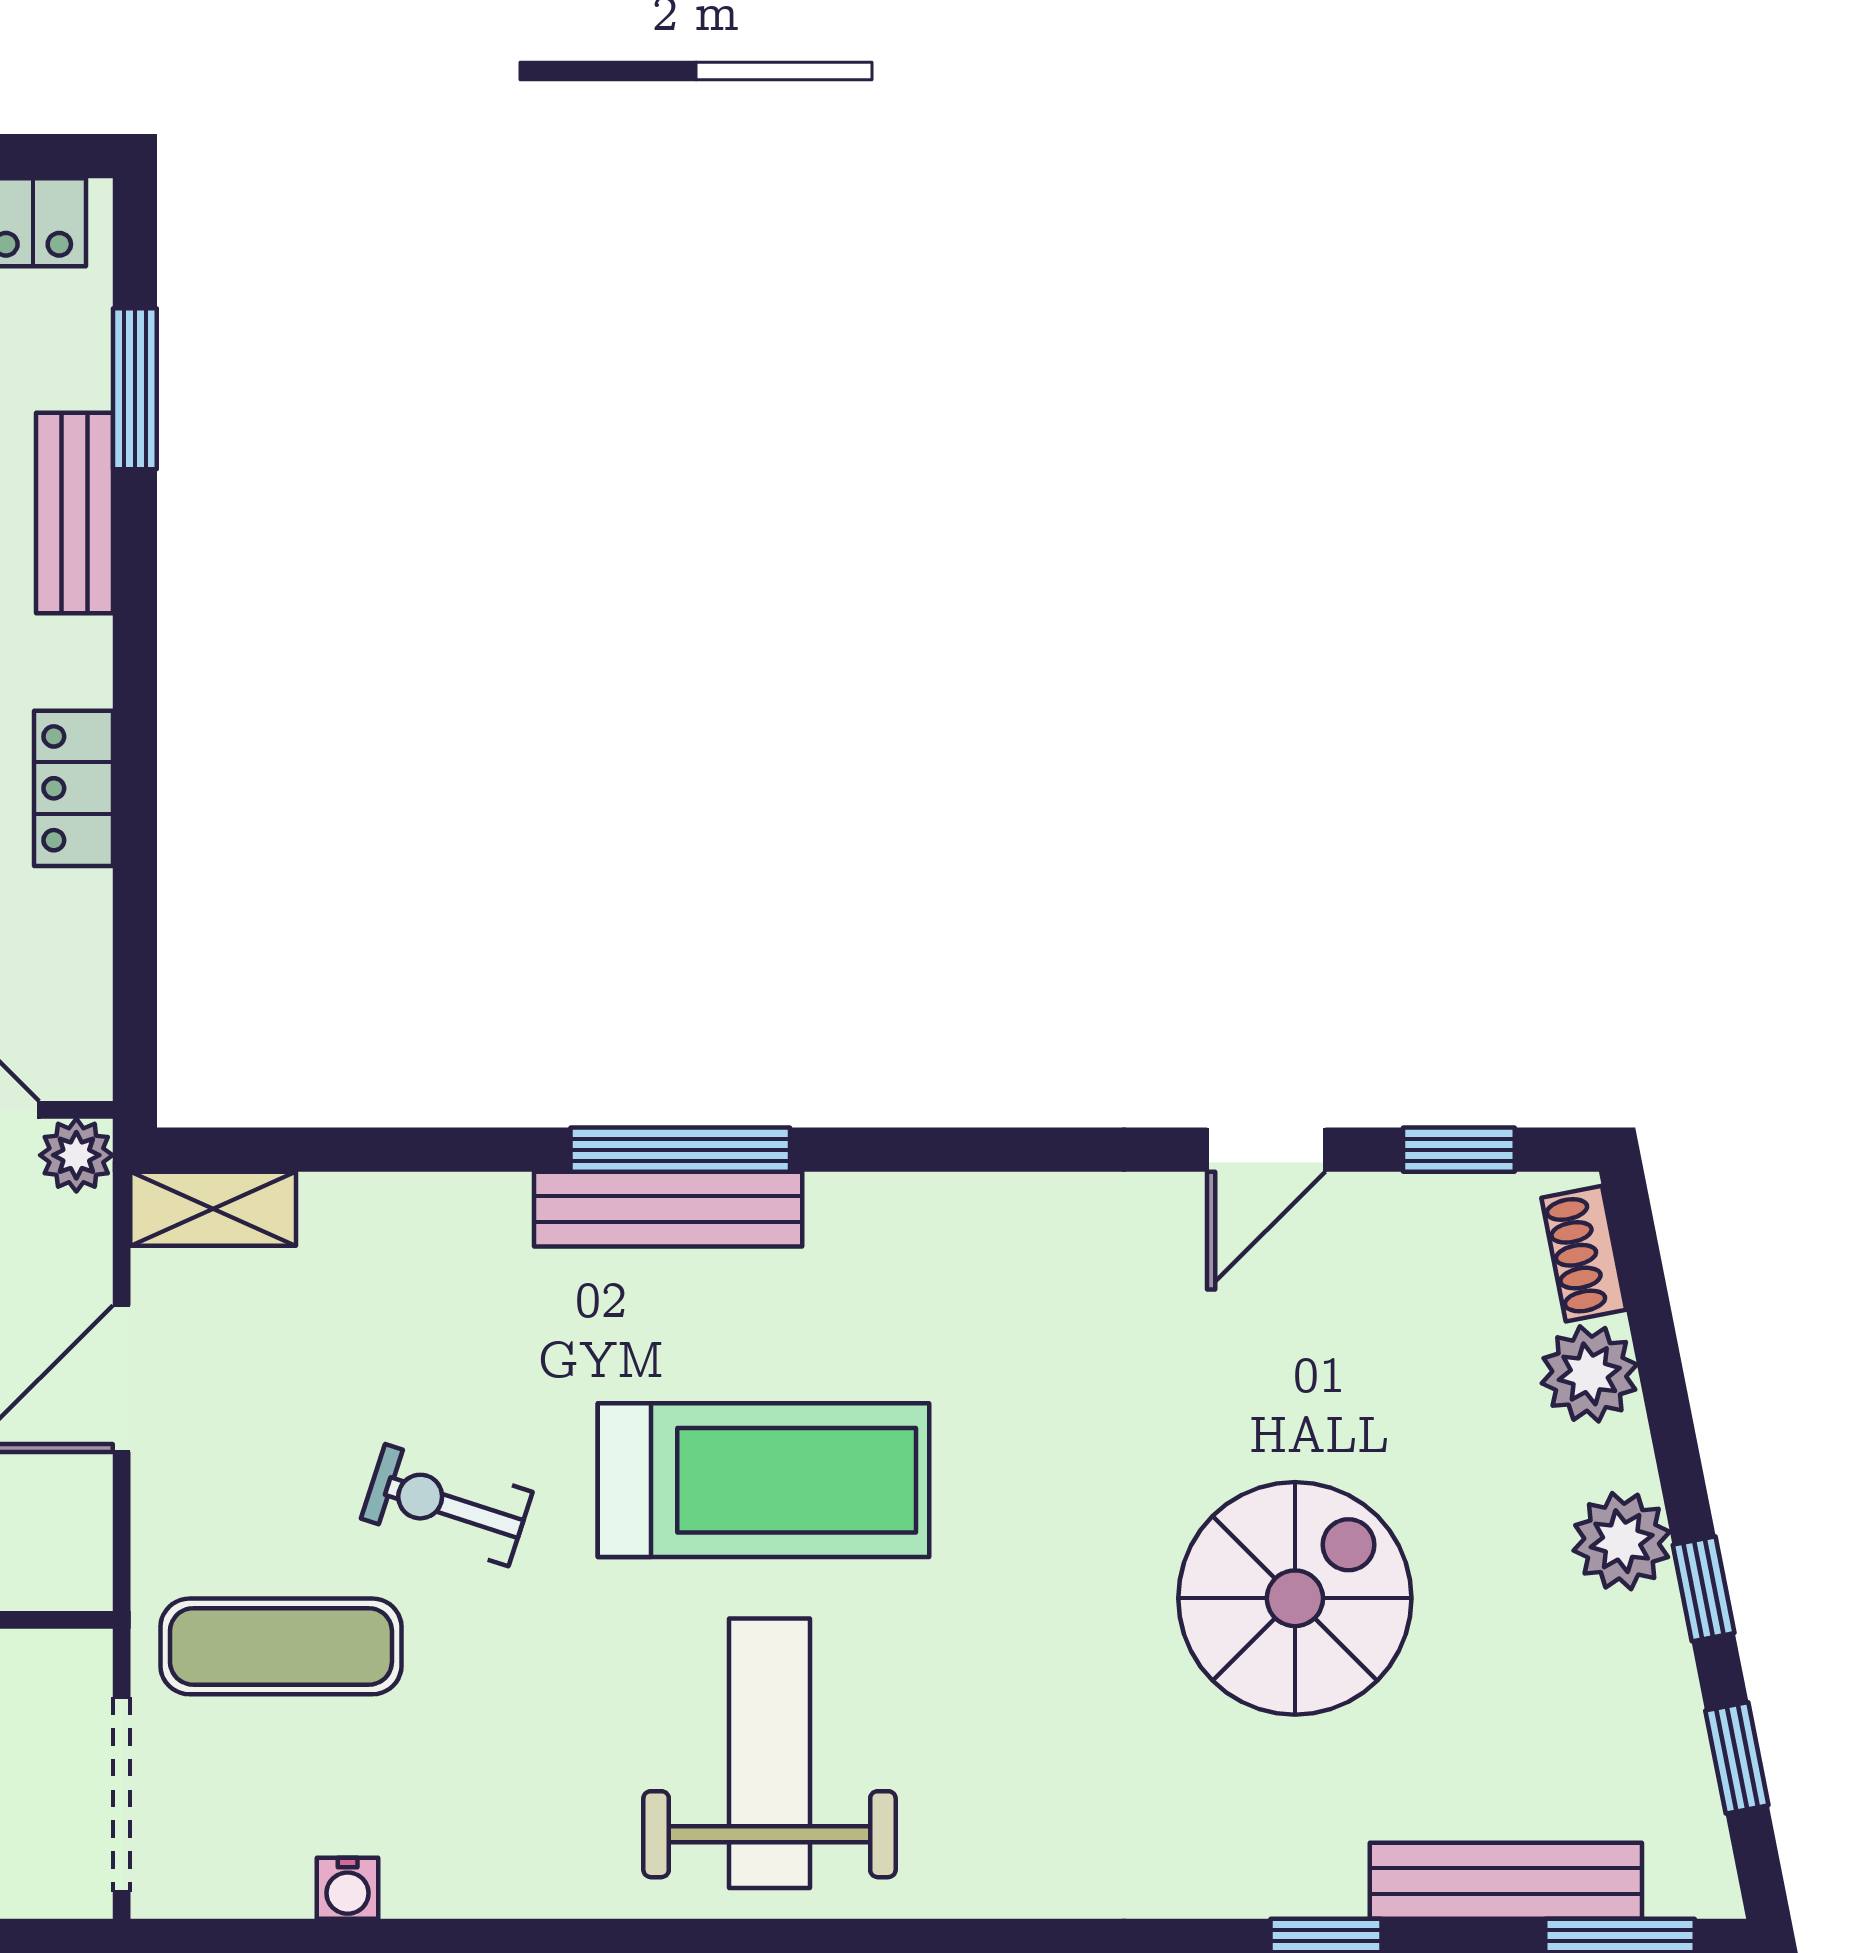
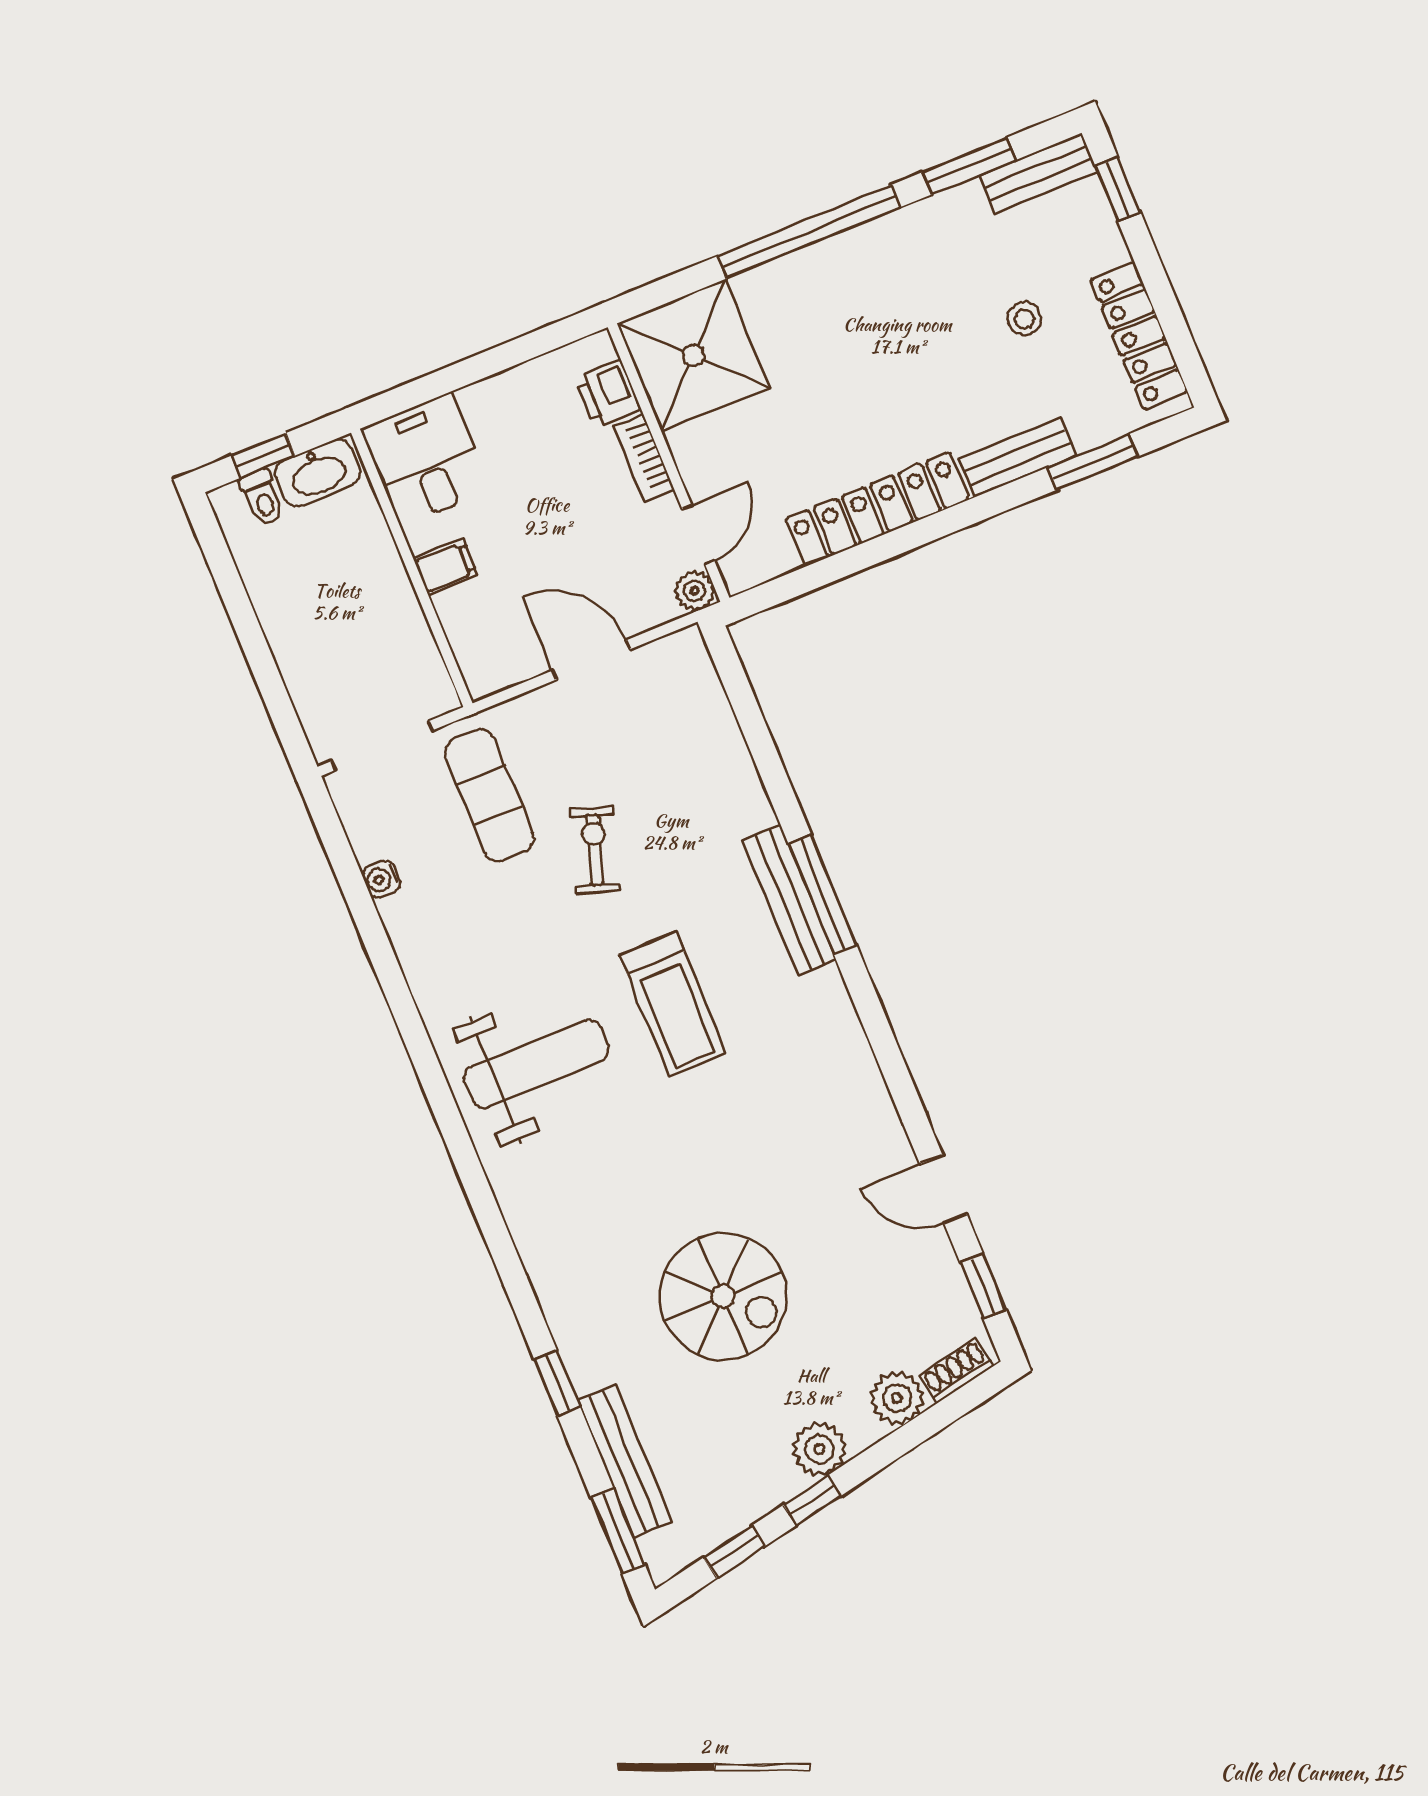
locker: (73, 788) -> (877, 509), width x2.16, depth x1.21
shelving: (213, 1209) -> (696, 671), removed
treadmill: (763, 1480) -> (673, 1004), width x0.73, depth x0.73

